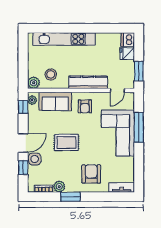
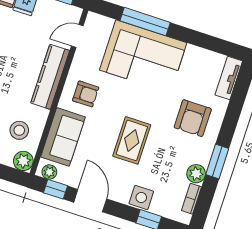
door: (117, 90) -> (77, 36), swing flipped
door: (23, 143) -> (90, 201), moved
armchair: (91, 174) -> (193, 118), turned -90

